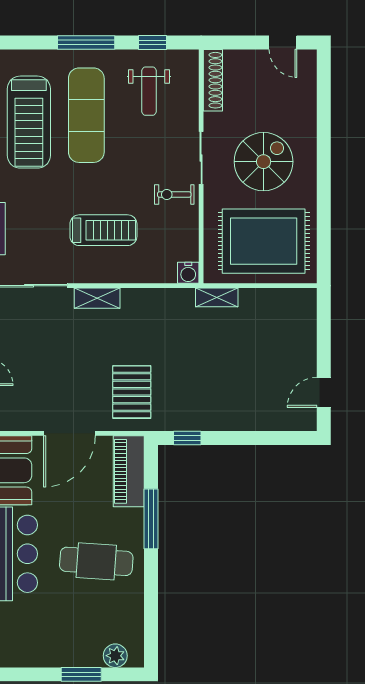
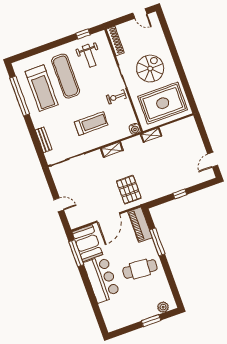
window: (86, 42) -> (54, 44), removed
shelving: (97, 298) -> (112, 150), moved
window: (187, 438) -> (180, 194), moved

